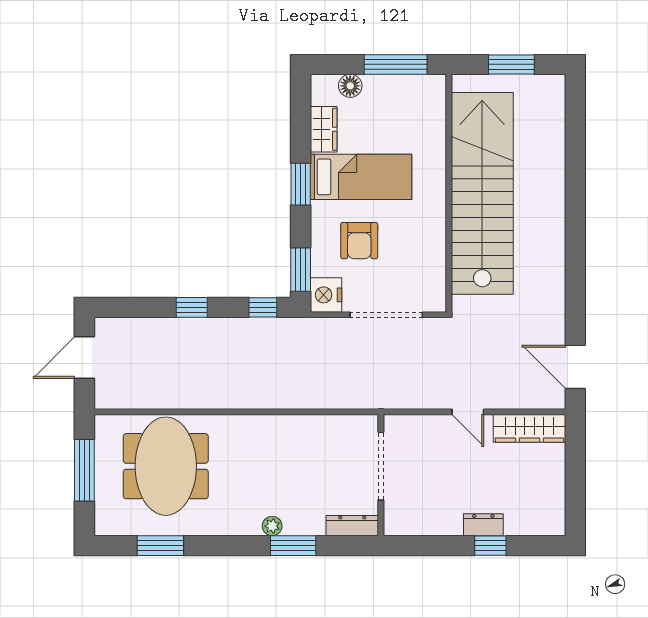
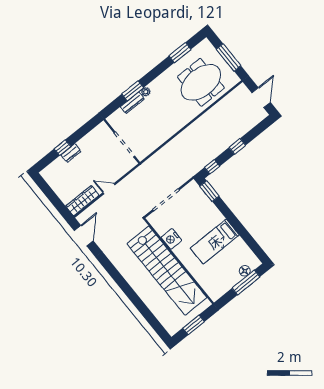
window: (396, 64) -> (246, 282), moved
wardrobe: (324, 129) -> (242, 248), removed
window: (301, 184) -> (234, 222), removed
armchair: (359, 241) -> (197, 218), removed
nightstand: (326, 295) -> (171, 239), moved, turned 180
door: (575, 367) -> (84, 236), hinge flipped
meeting table: (166, 466) -> (201, 82), turned 90
dresser: (352, 526) -> (132, 103), moved

